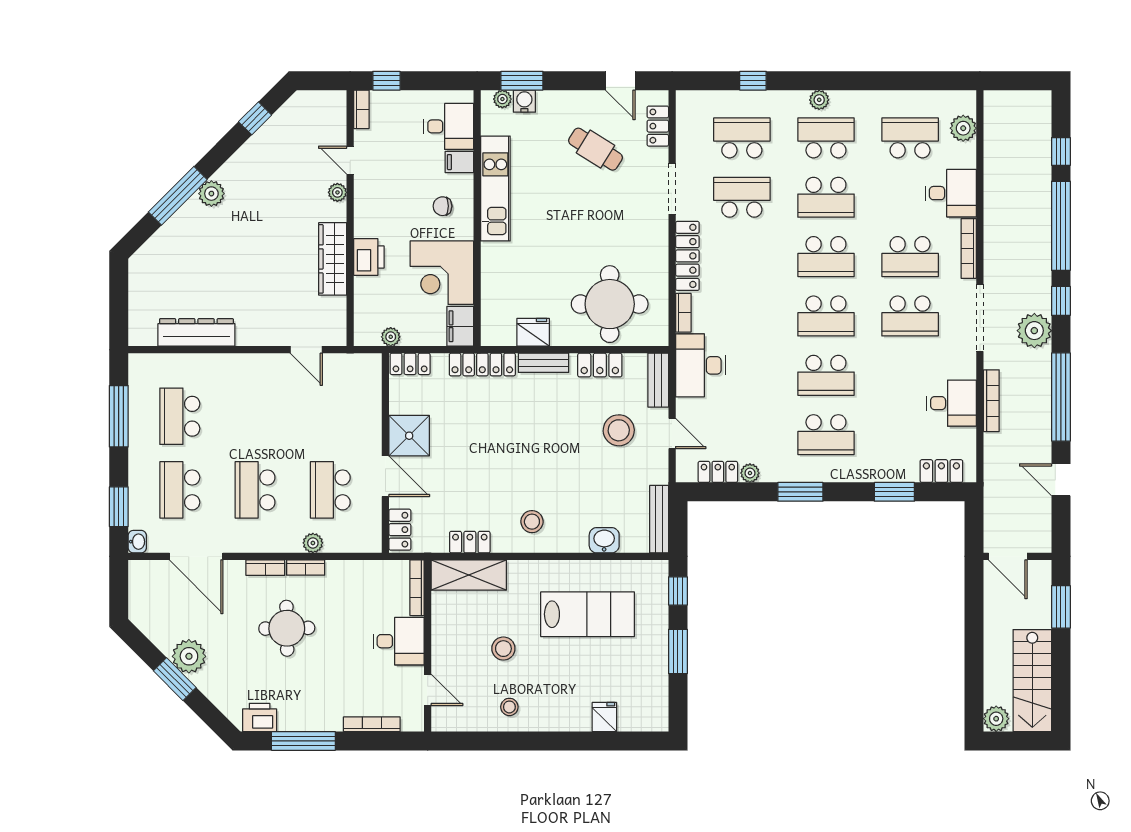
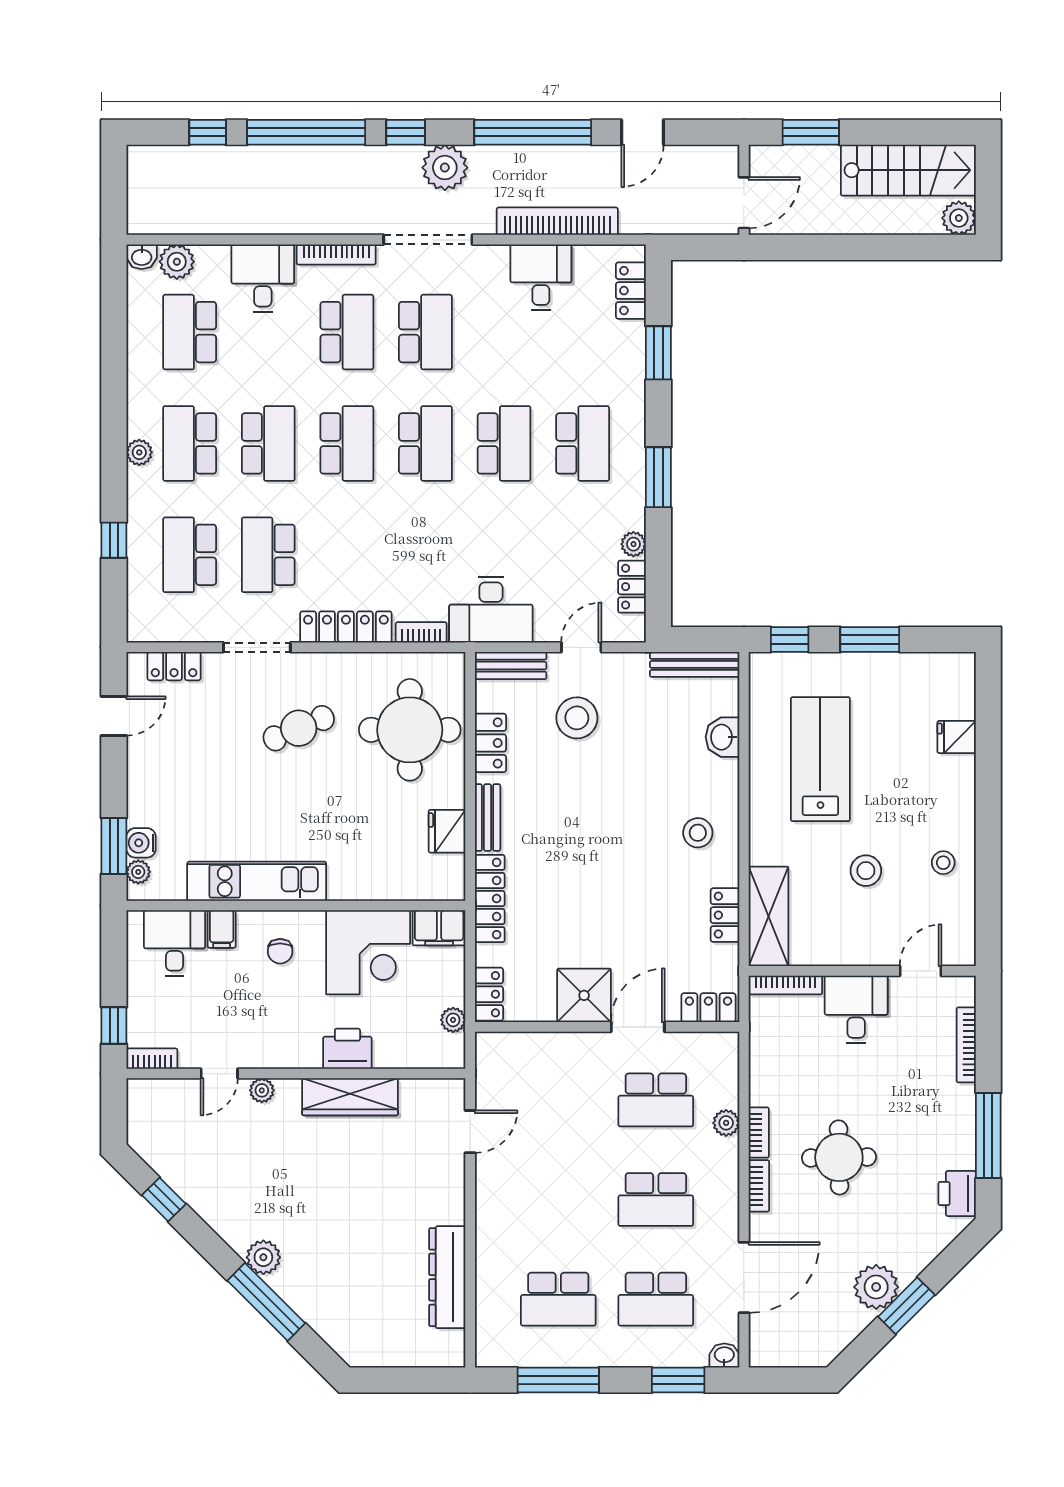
washbasin: (967, 102) -> (142, 257), added
cafe table: (595, 149) -> (299, 728), moved, turned 35
bookcase: (991, 401) -> (557, 221), width x1.48, depth x1.31

